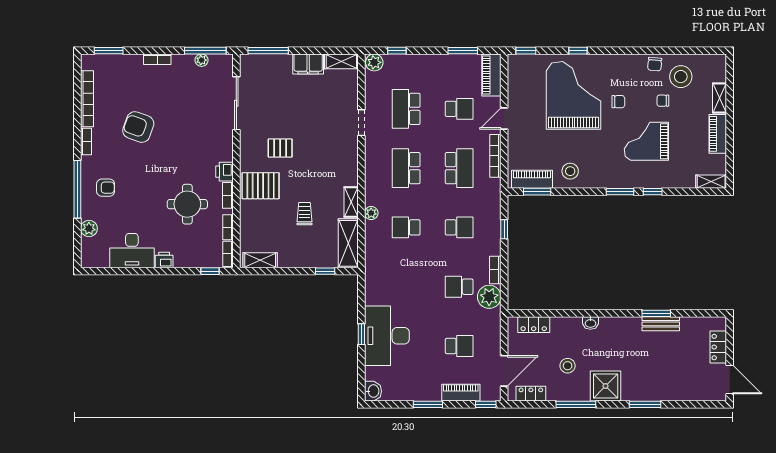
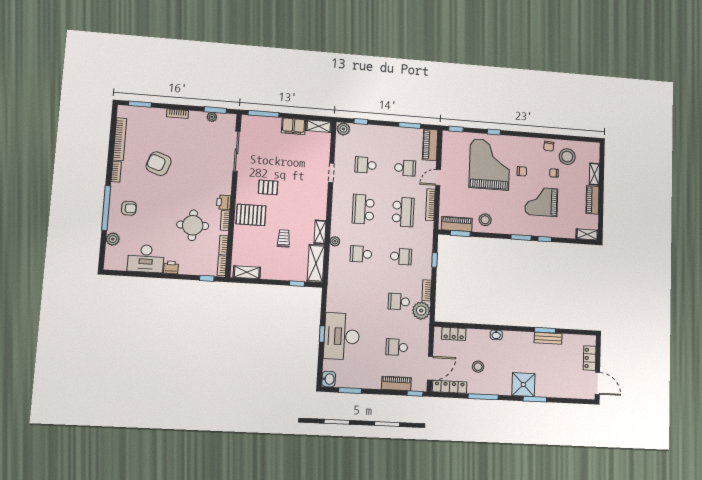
window: (205, 51) -> (215, 110), width x0.69
school desk: (406, 109) -> (366, 165), width x0.54
school desk: (459, 346) -> (397, 347), turned 180
shower: (606, 386) -> (523, 385), moved
locker: (531, 394) -> (450, 387), width x1.53
window: (428, 404) -> (350, 390), moved

